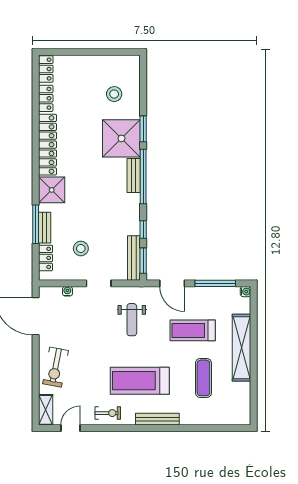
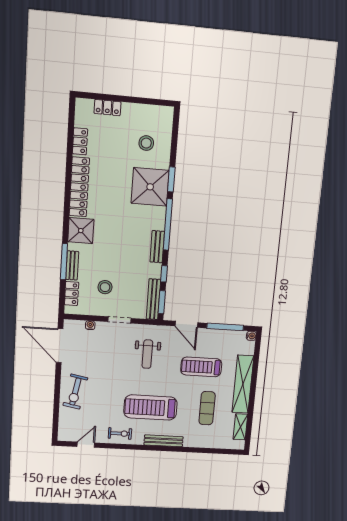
locker: (46, 69) -> (107, 108), moved, turned 90
bench: (134, 175) -> (157, 247), moved
shelving: (46, 410) -> (240, 427), moved

